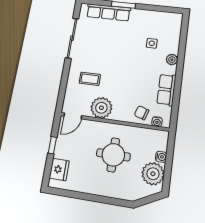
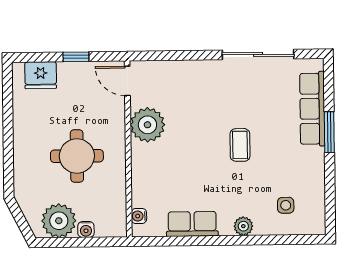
side table: (152, 43) -> (286, 205), moved
coffee table: (90, 79) -> (240, 145), moved
chair: (142, 113) -> (149, 190), removed

